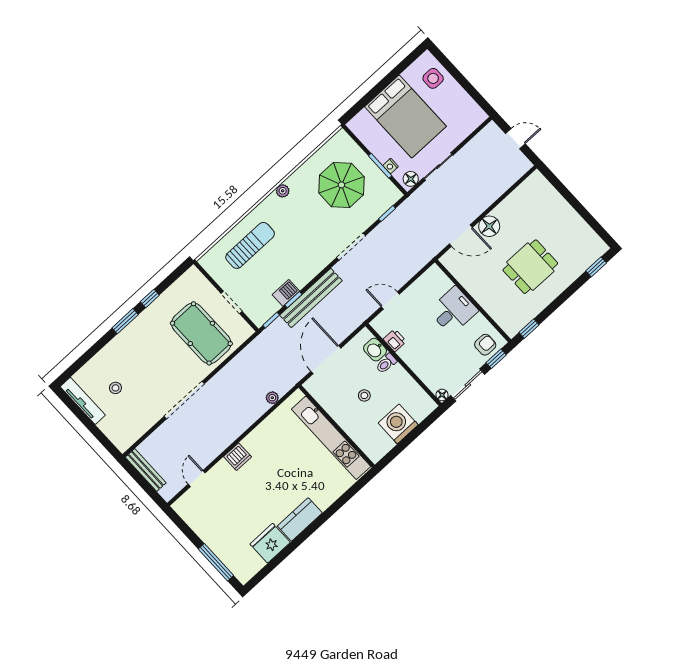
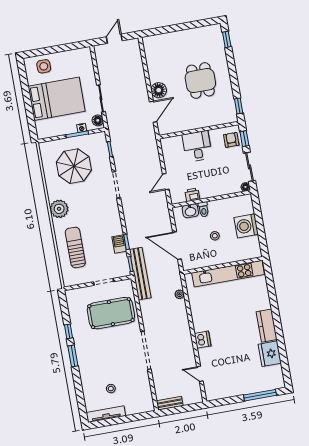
plant: (283, 191) -> (59, 209), width x1.88, depth x1.88
bench: (311, 298) -> (140, 274), moved
bench: (146, 470) -> (170, 403), width x0.73

